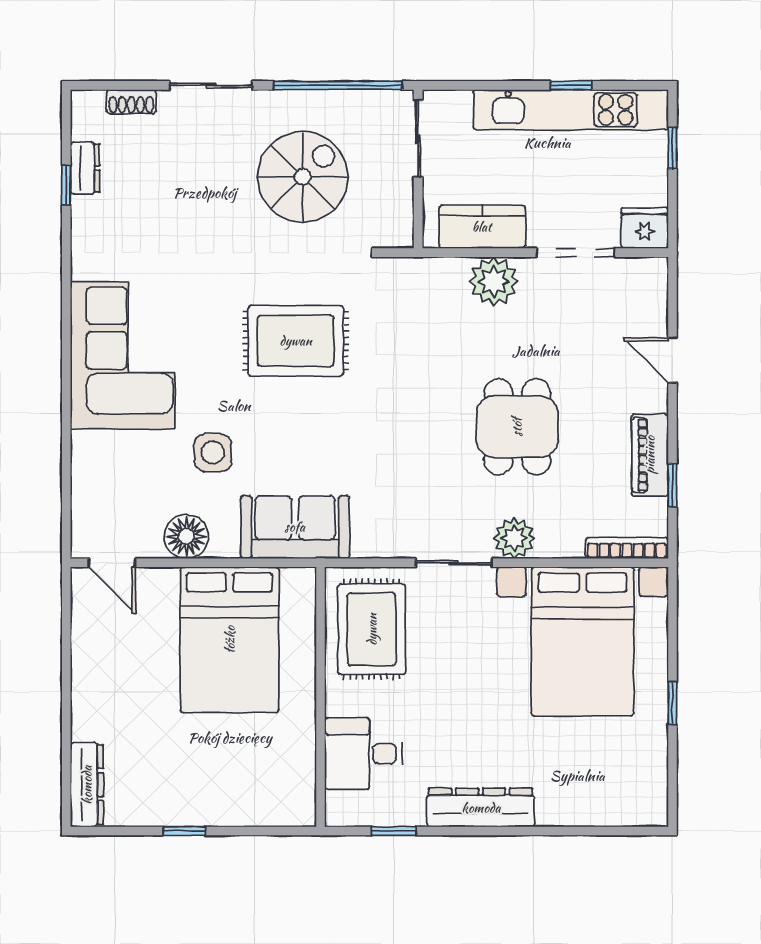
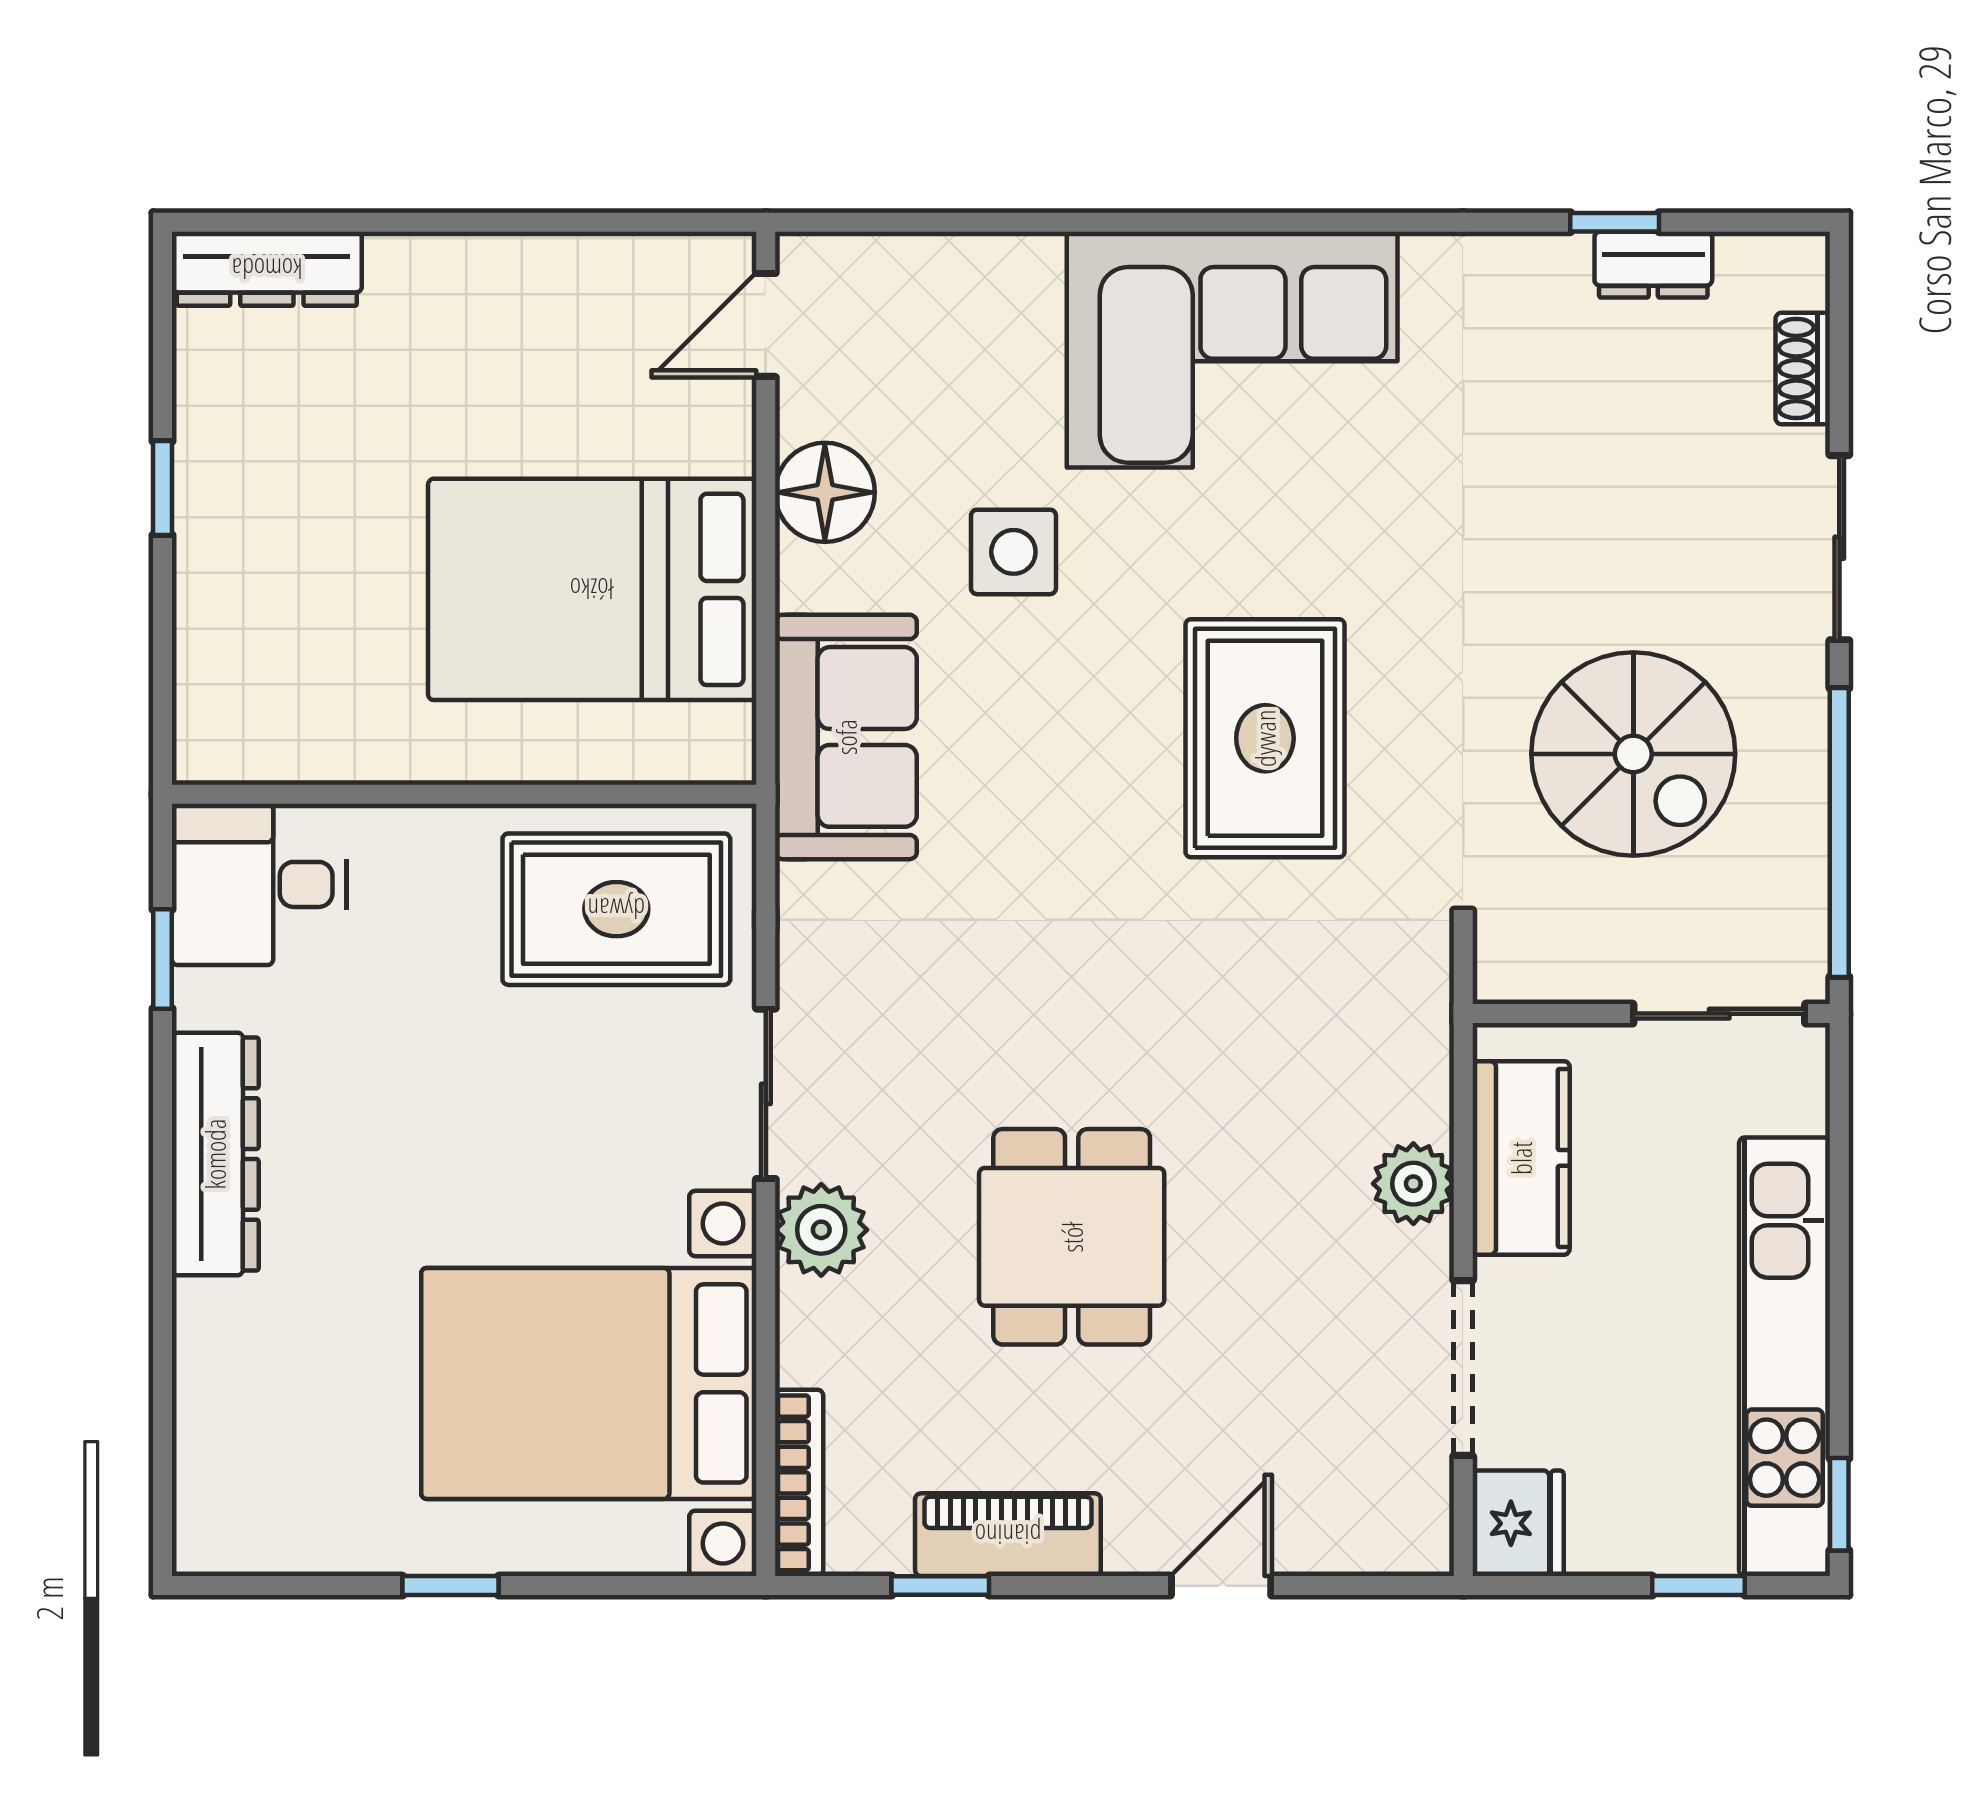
window: (571, 85) -> (1839, 1504), moved
plant: (494, 281) -> (1413, 1184), width x0.73, depth x0.73
dining table: (517, 427) -> (1072, 1237), turned 90
desk: (363, 754) -> (259, 884), moved, turned -90

